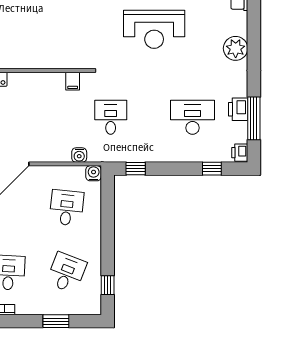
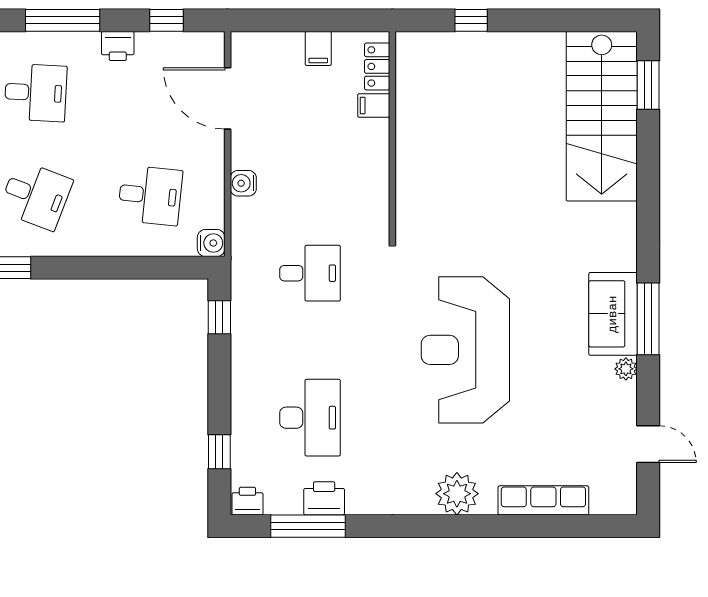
reception desk: (154, 29) -> (465, 350), width x1.36, depth x1.30
plant: (236, 48) -> (457, 494), moved
filing cabinet: (73, 81) -> (374, 106), moved
water cooler: (79, 155) -> (243, 183), moved

